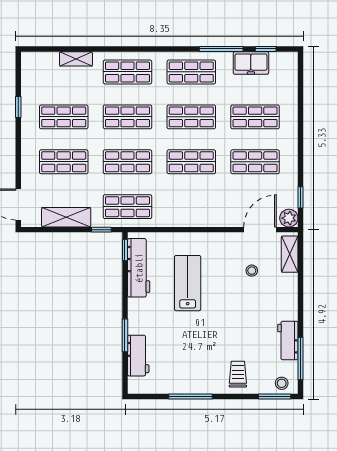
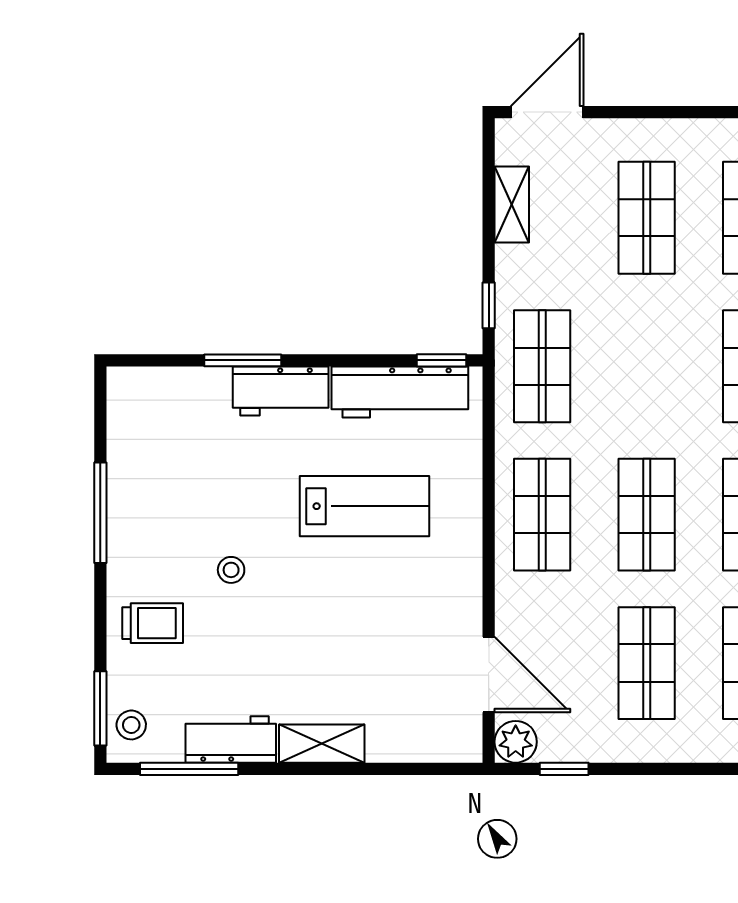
shop shelf: (127, 162) -> (542, 515), moved
shelving: (66, 217) -> (512, 205), width x0.67, depth x0.75
shelving: (290, 254) -> (322, 744), moved
stool: (252, 271) -> (231, 570), moved
workbench: (138, 356) -> (281, 391), moved

